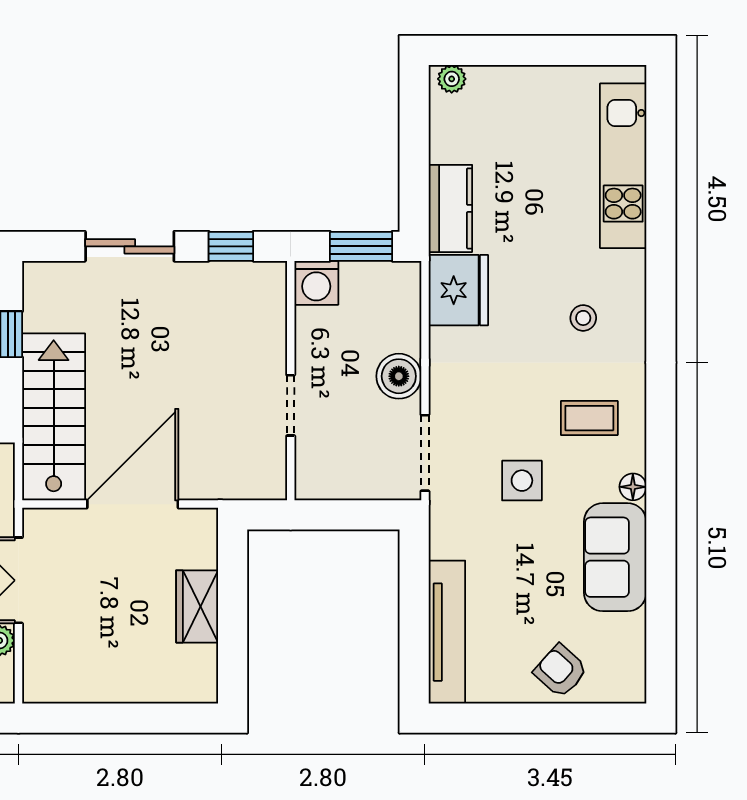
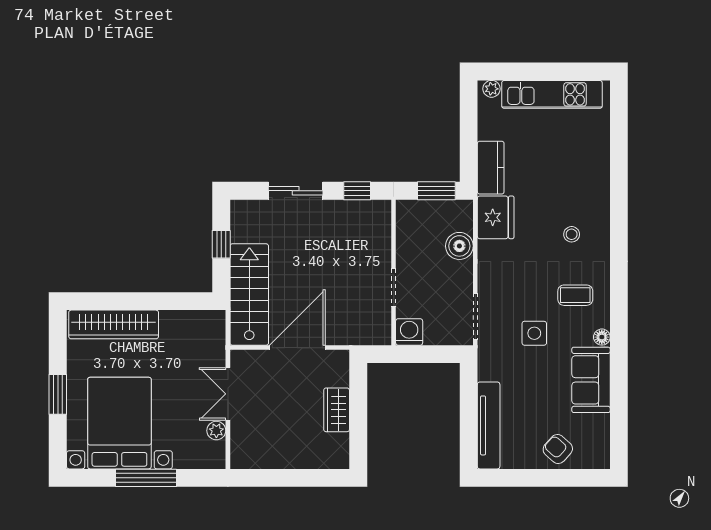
kitchen unit: (623, 166) -> (552, 94), moved, turned -90
washing machine: (316, 283) -> (409, 332), moved, turned 180
boiler: (399, 376) -> (459, 246), moved

